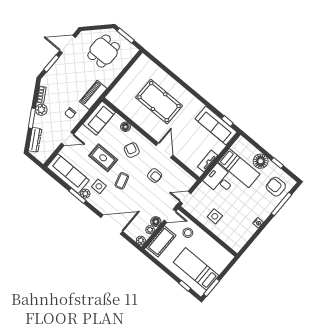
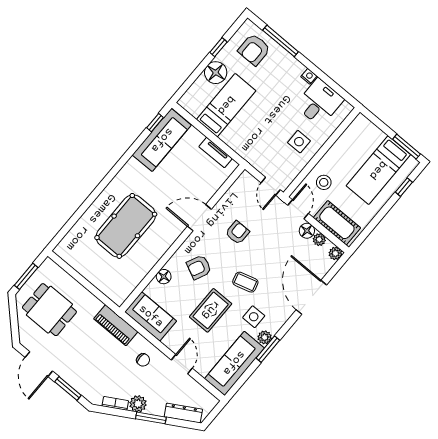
desk: (219, 180) -> (319, 102), moved, turned 180

